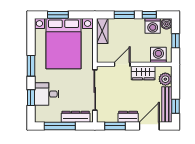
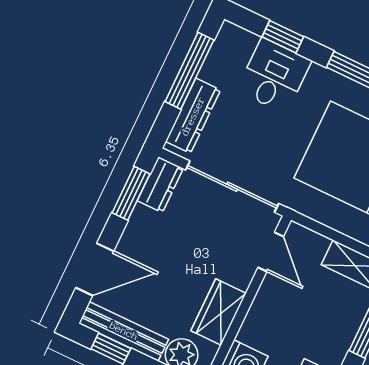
door: (122, 64) -> (271, 252), moved
dresser: (128, 117) -> (160, 185), moved
door: (149, 126) -> (95, 269), hinge flipped

